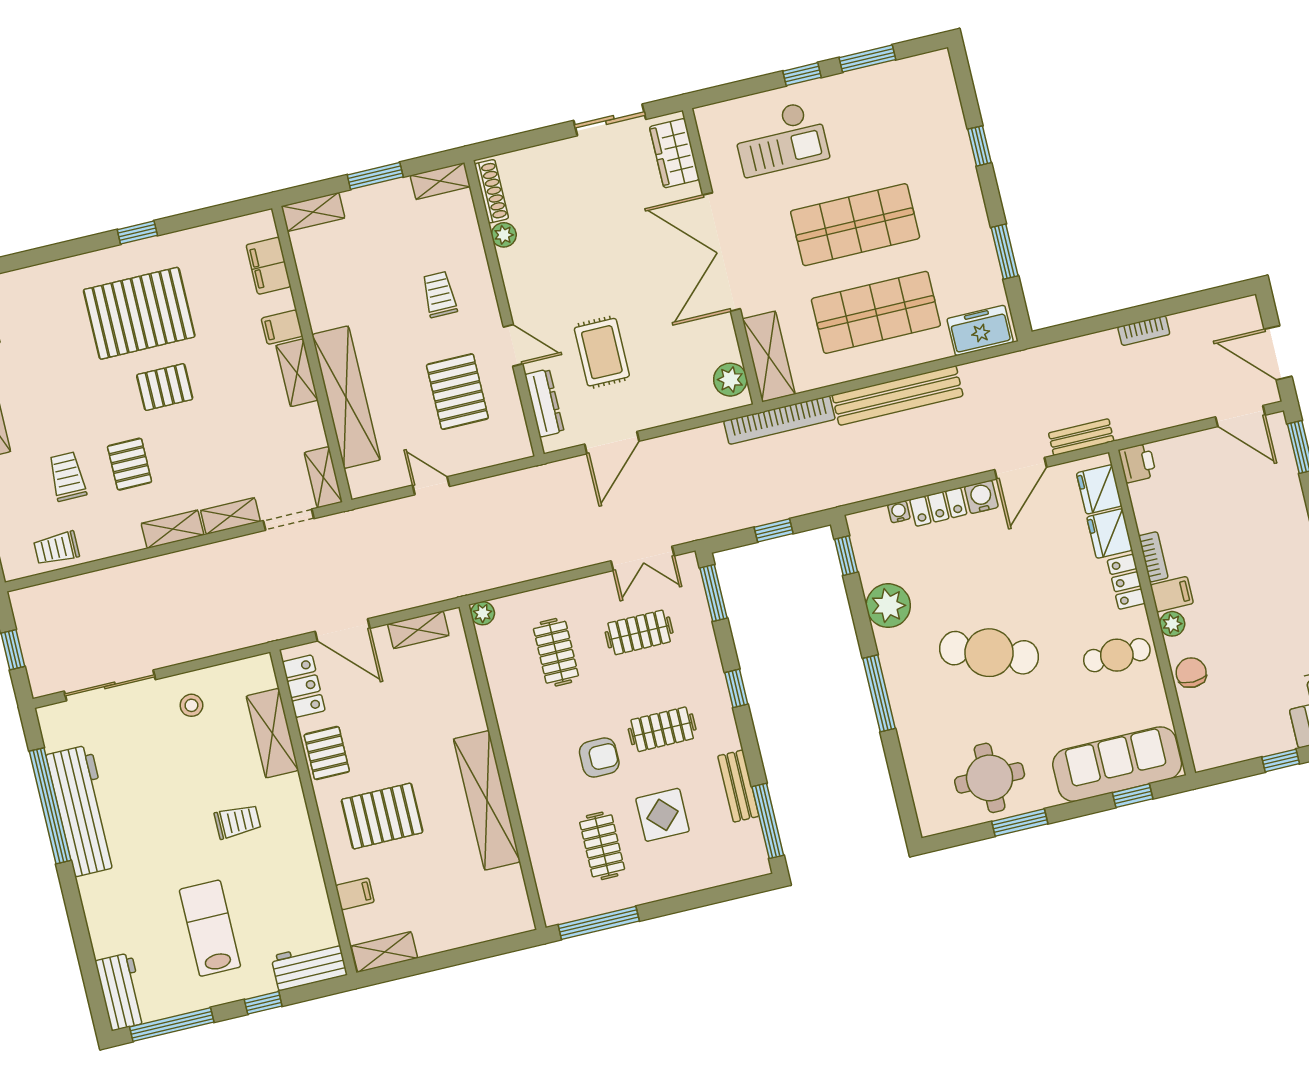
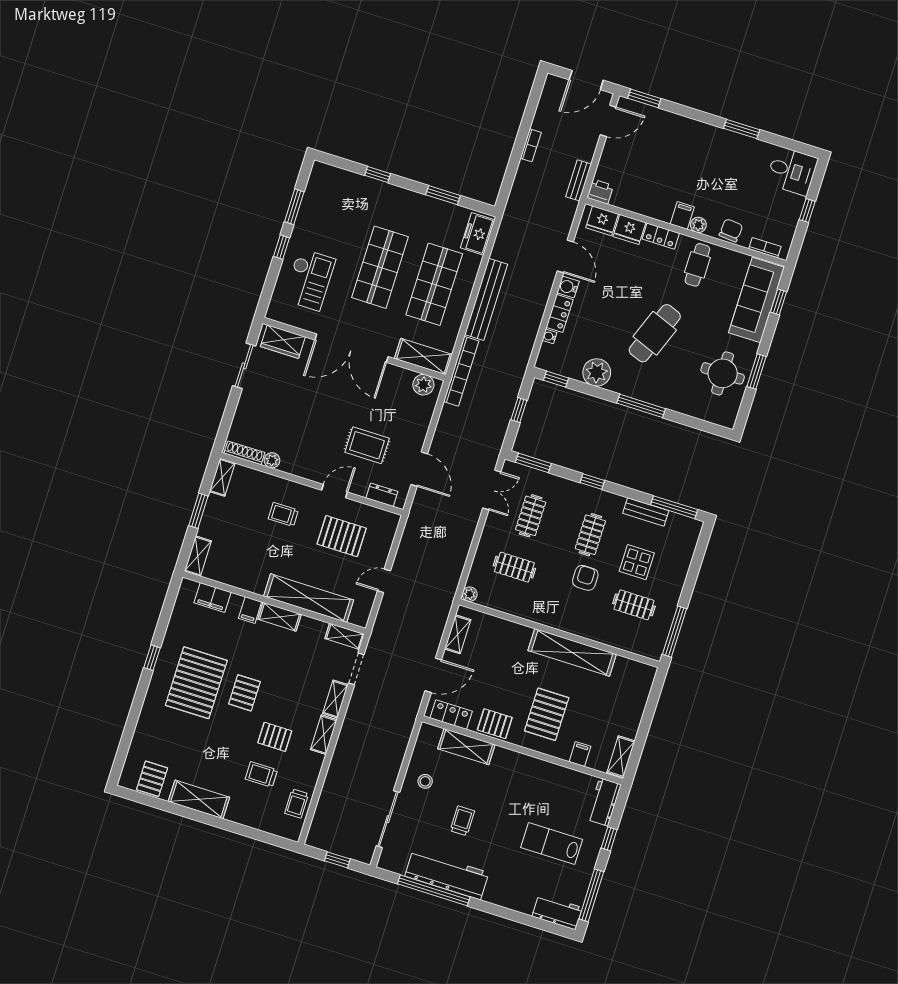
dresser: (544, 403) -> (382, 495), width x0.70
bench: (1081, 437) -> (579, 180), moved
bookcase: (1153, 557) -> (765, 248), moved
chair: (1191, 673) -> (731, 230), turned 95
trolley: (237, 821) -> (462, 821), moved

